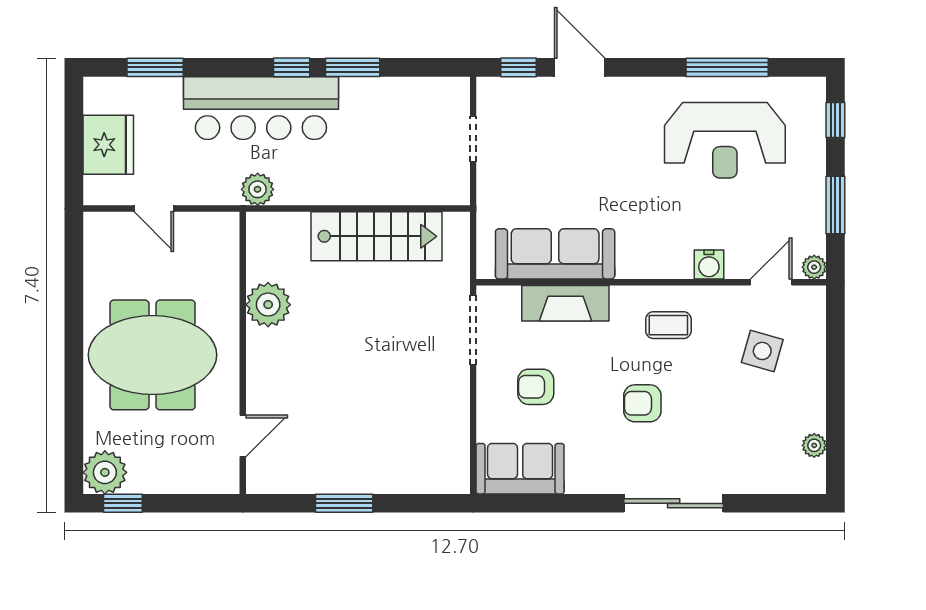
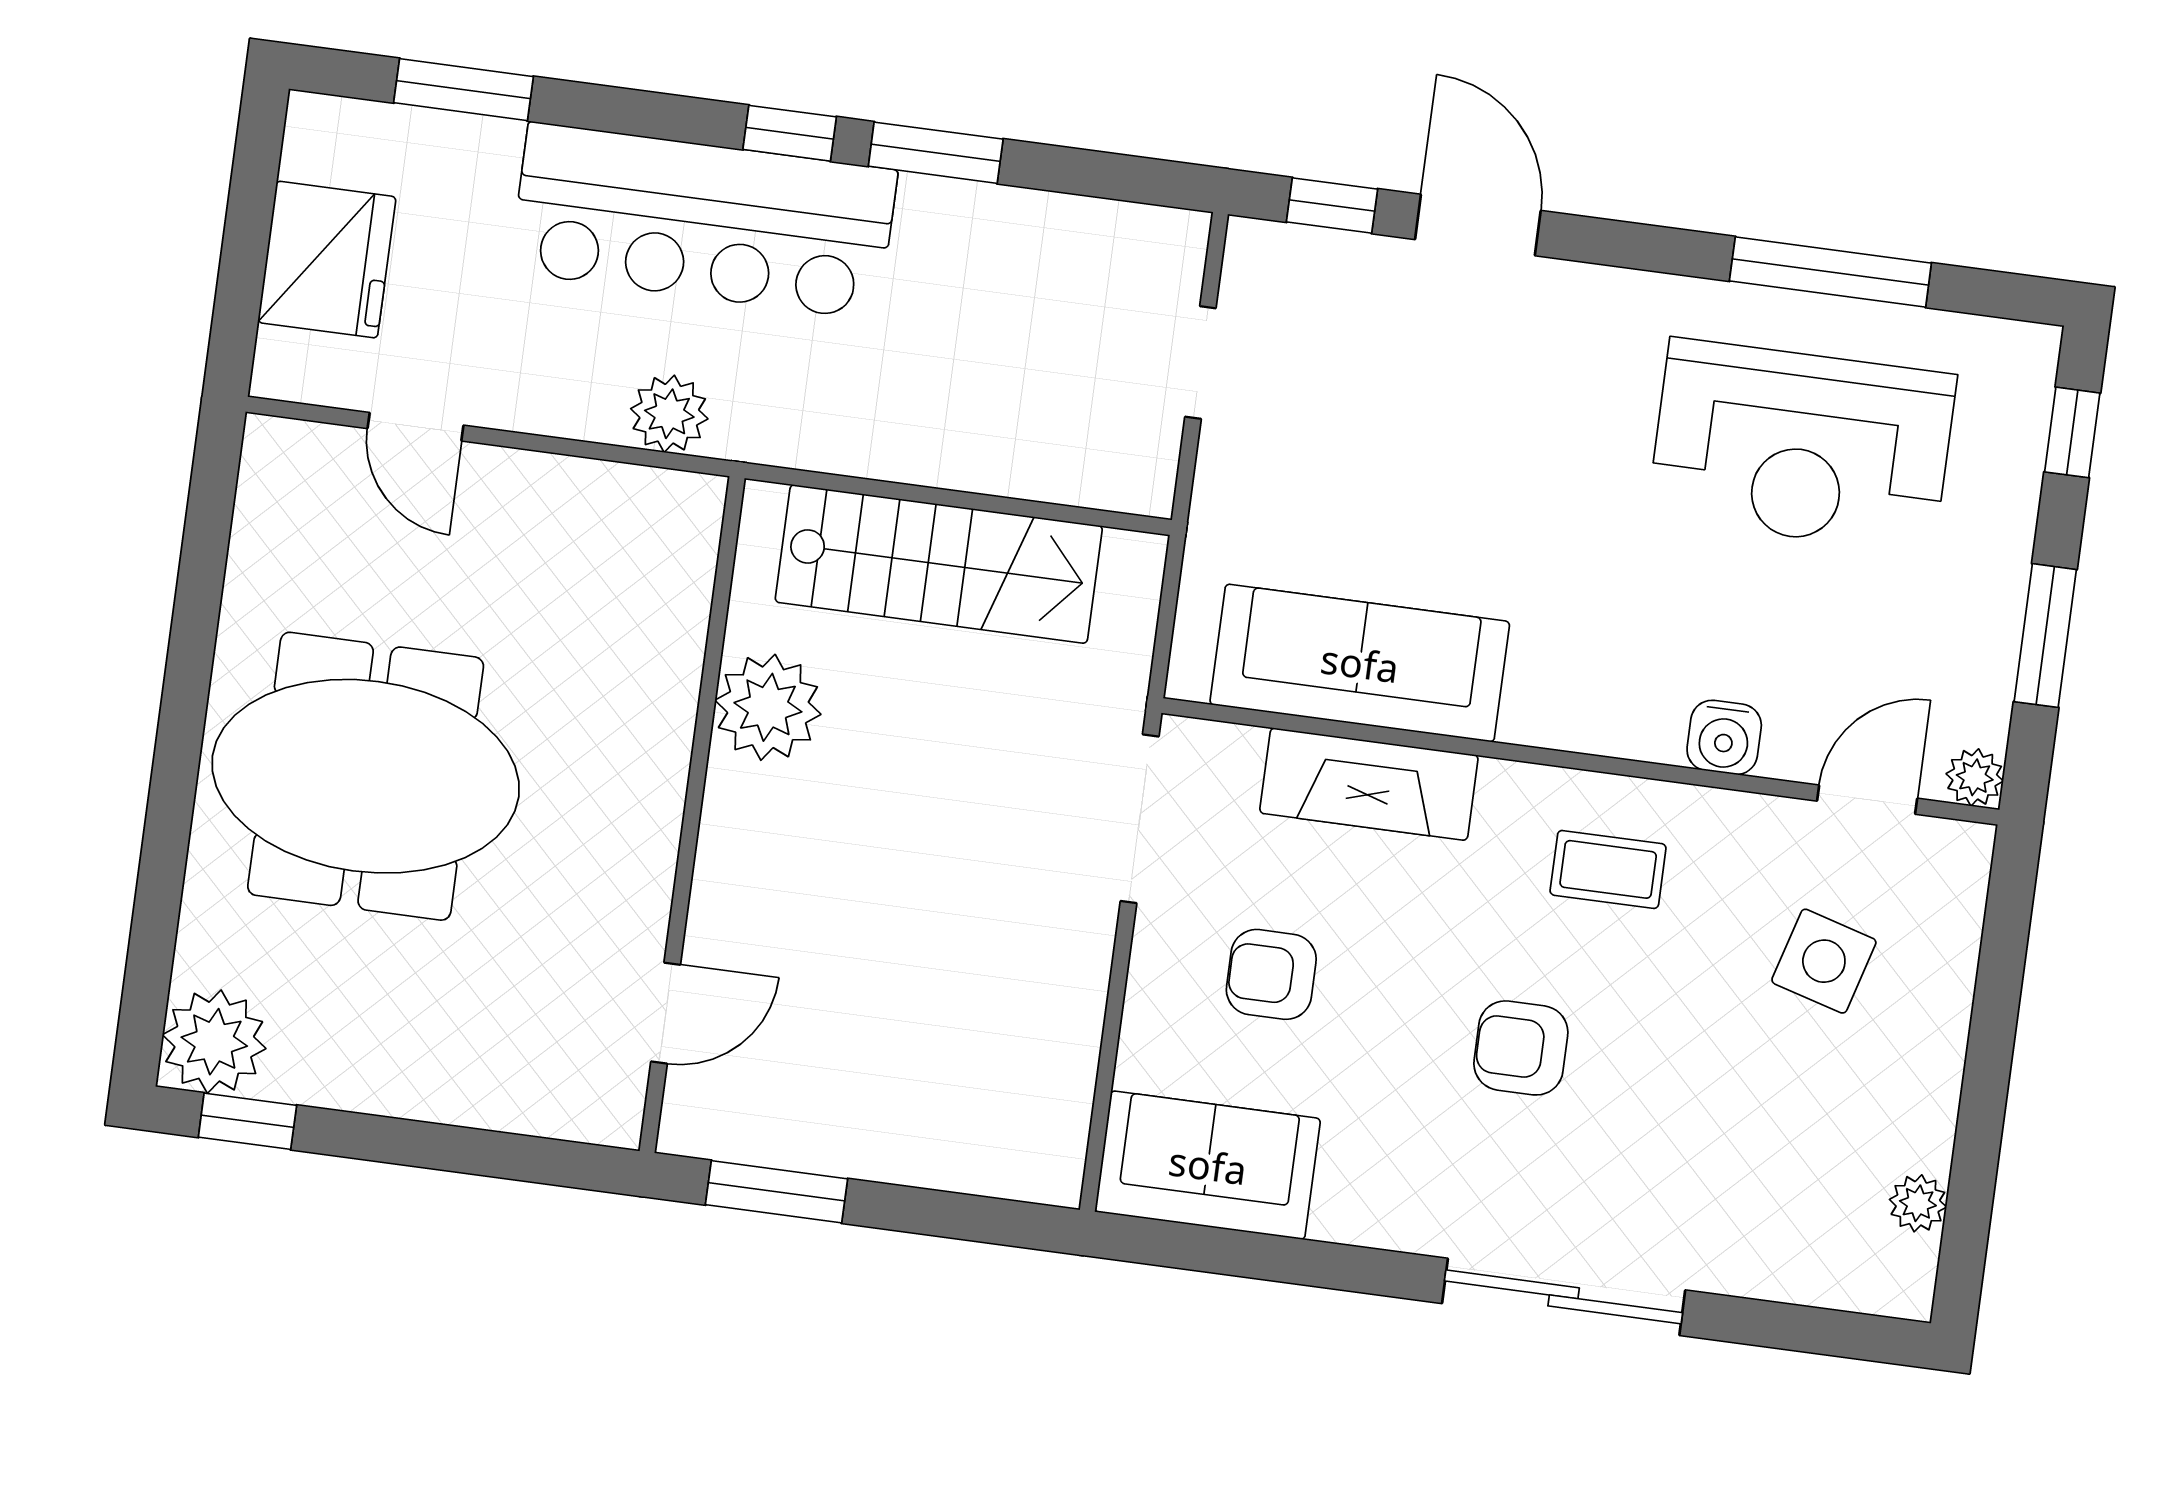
plant: (268, 305) -> (768, 707), moved
wall: (243, 353) -> (692, 815), moved
door: (243, 436) -> (666, 1013), moved

